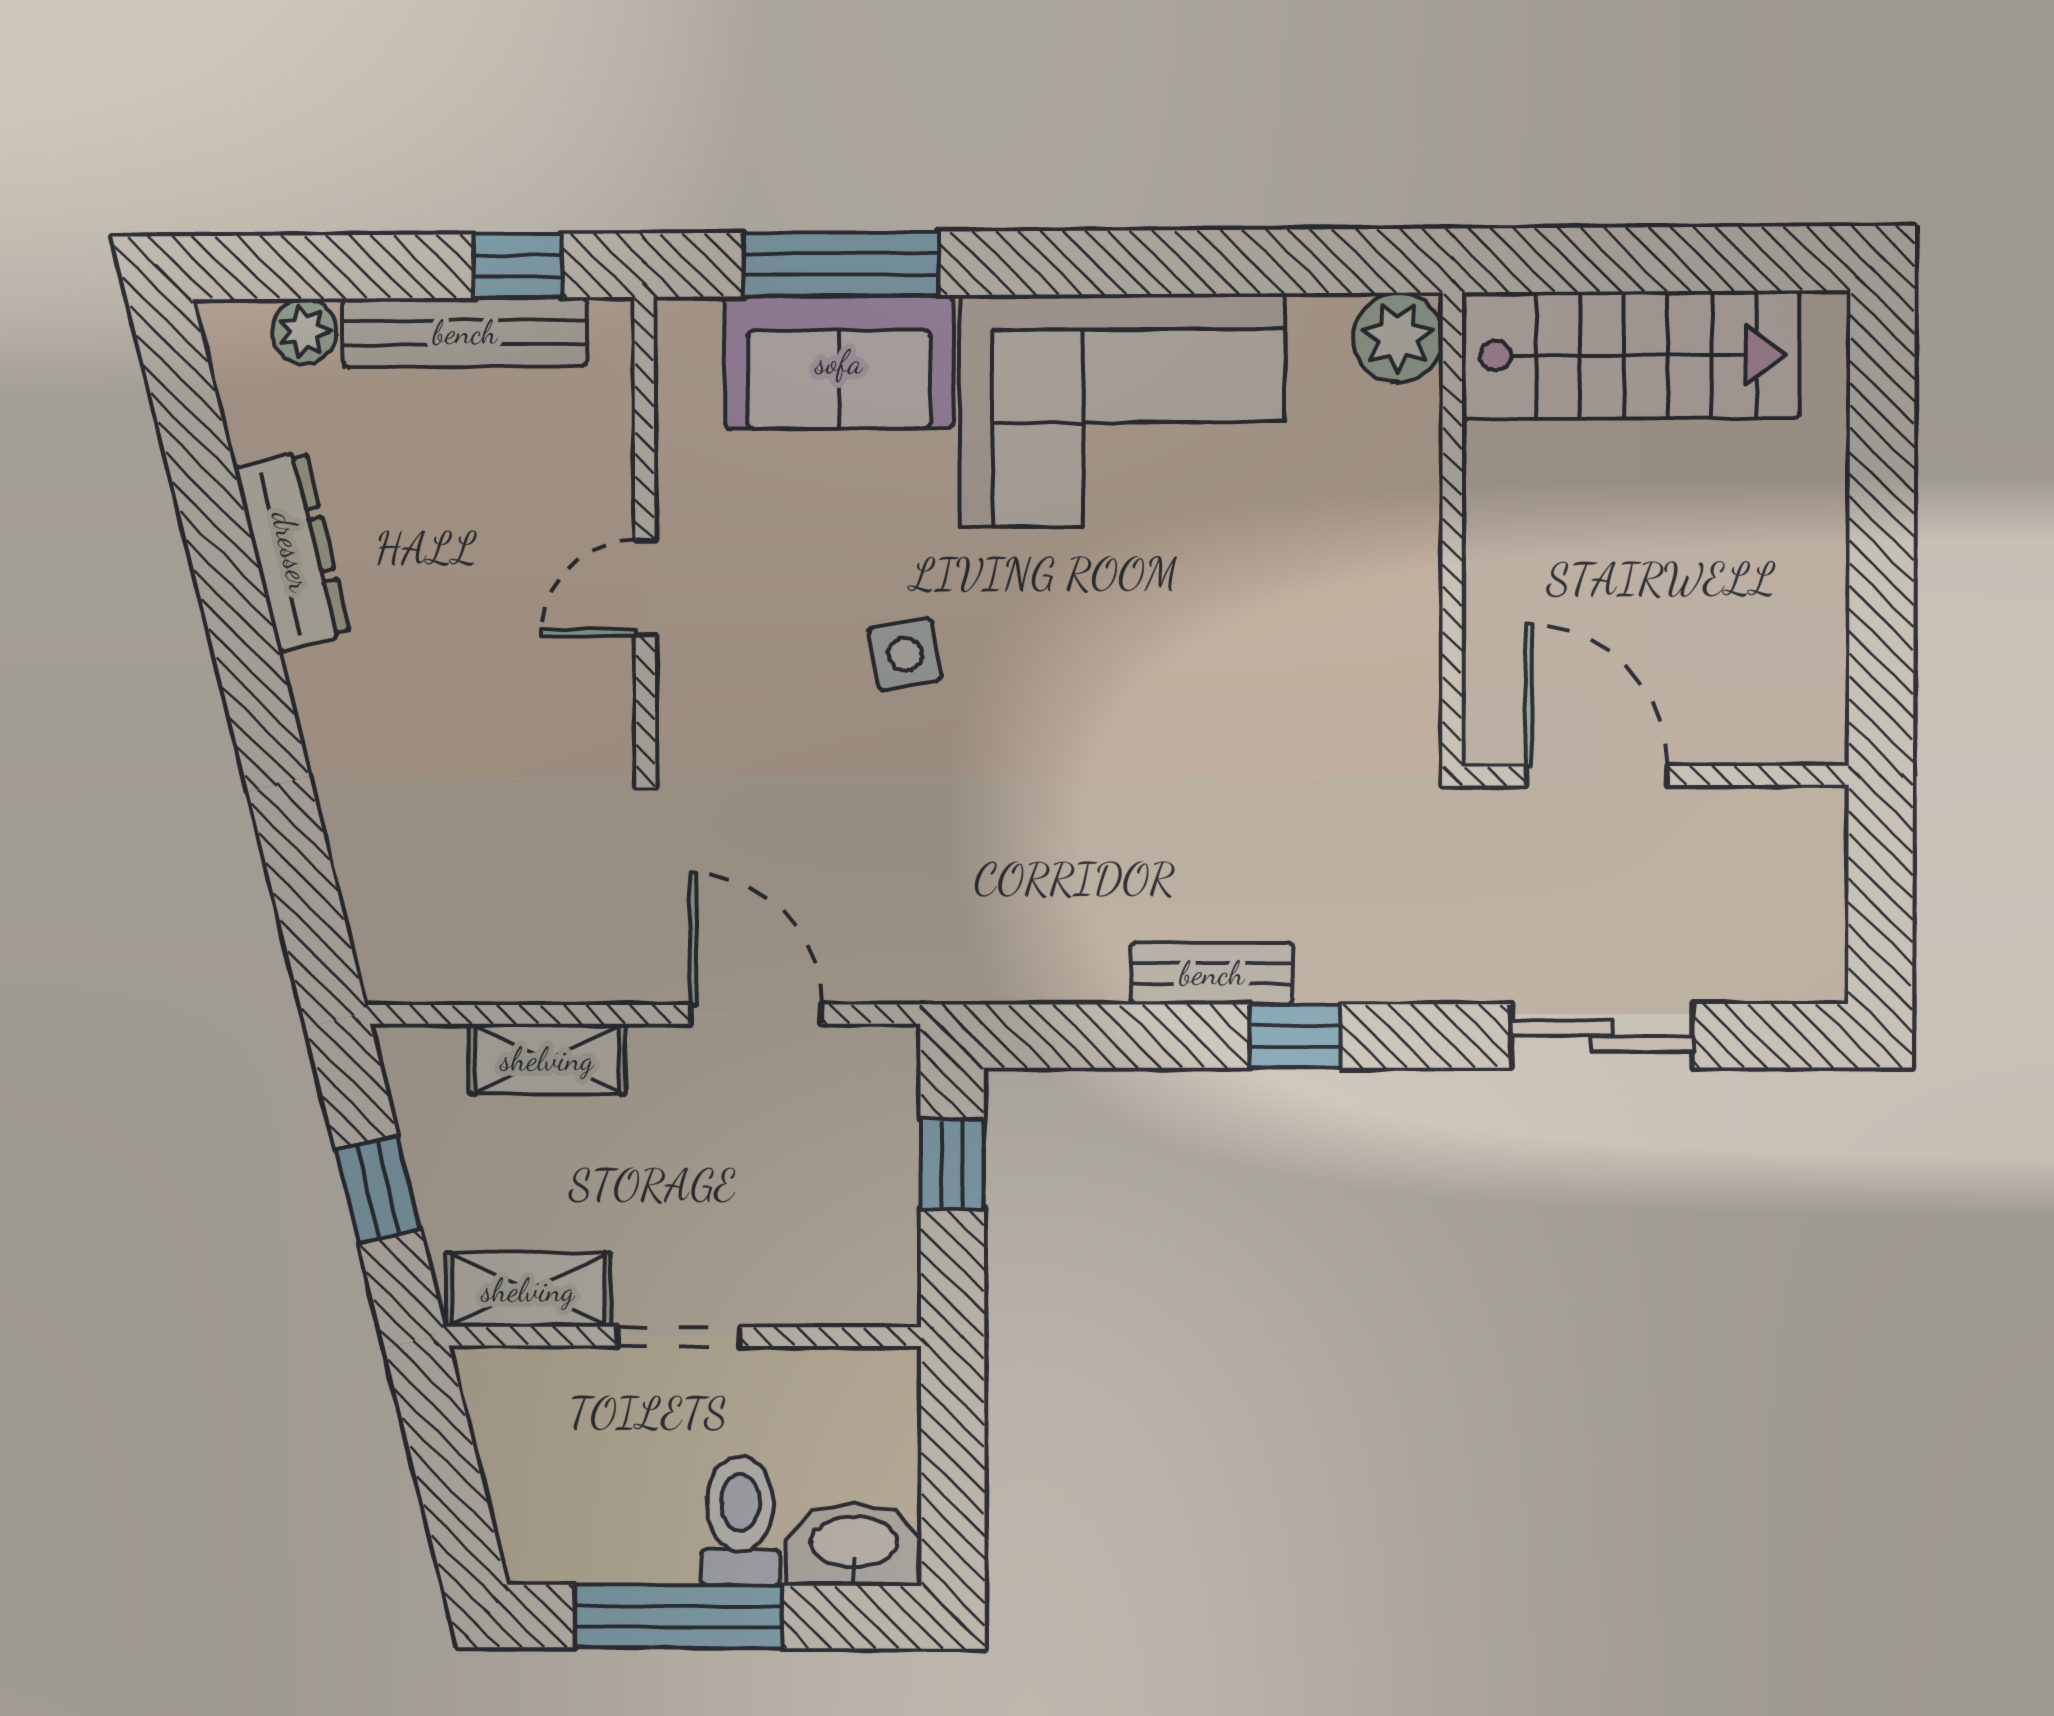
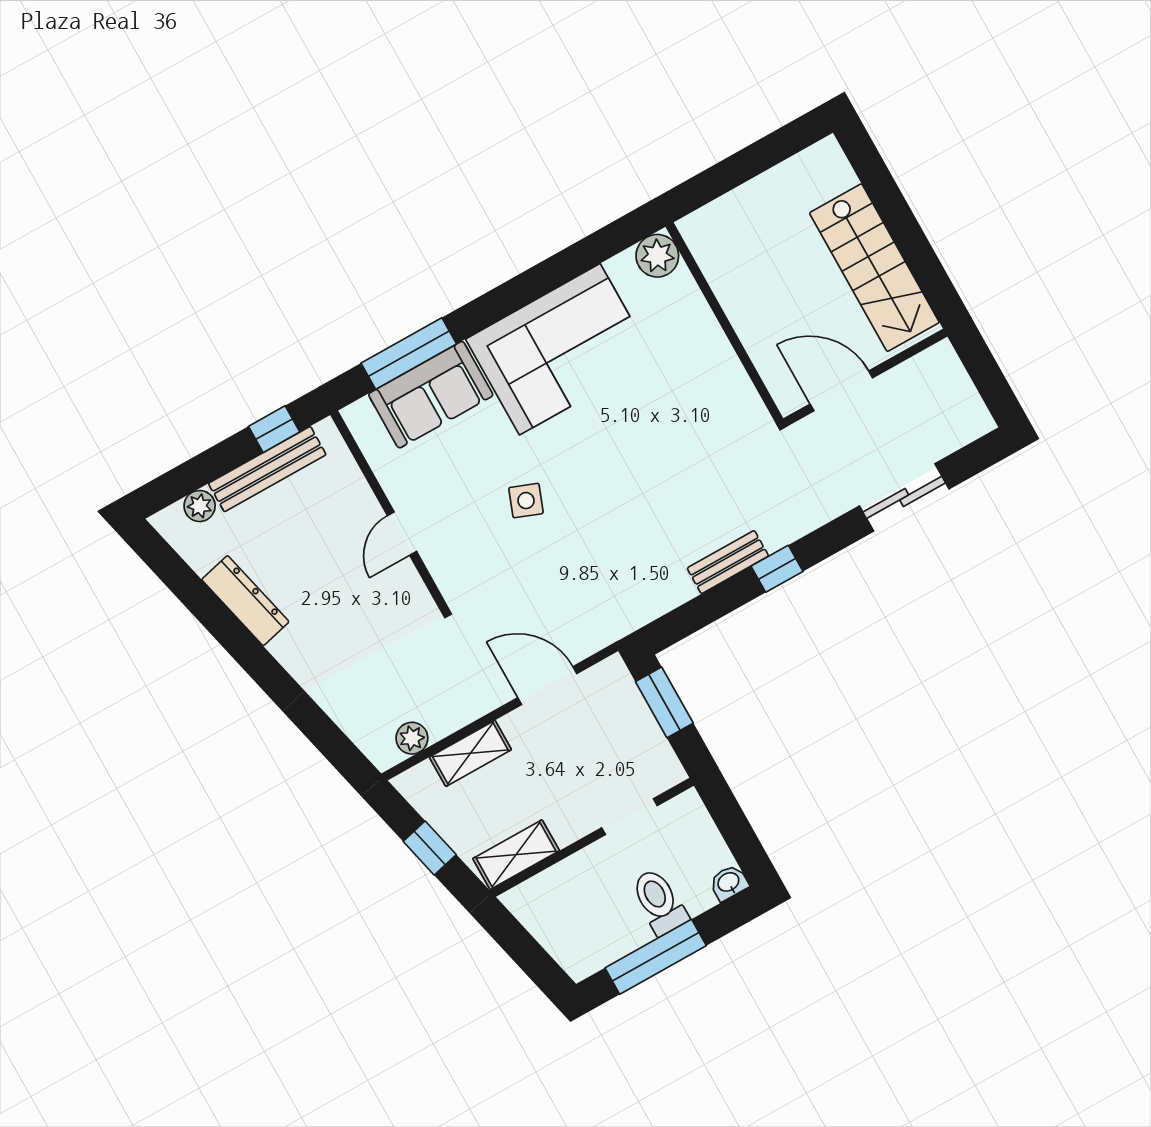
stairs: (1631, 355) -> (874, 268), moved, turned 90
side table: (905, 654) -> (526, 501), turned 31
plant: (456, 972) -> (412, 738), added
window: (952, 1164) -> (664, 702), width x1.50
doorway: (679, 1336) -> (629, 817), moved
washbasin: (854, 1545) -> (729, 883), width x0.52, depth x0.69

